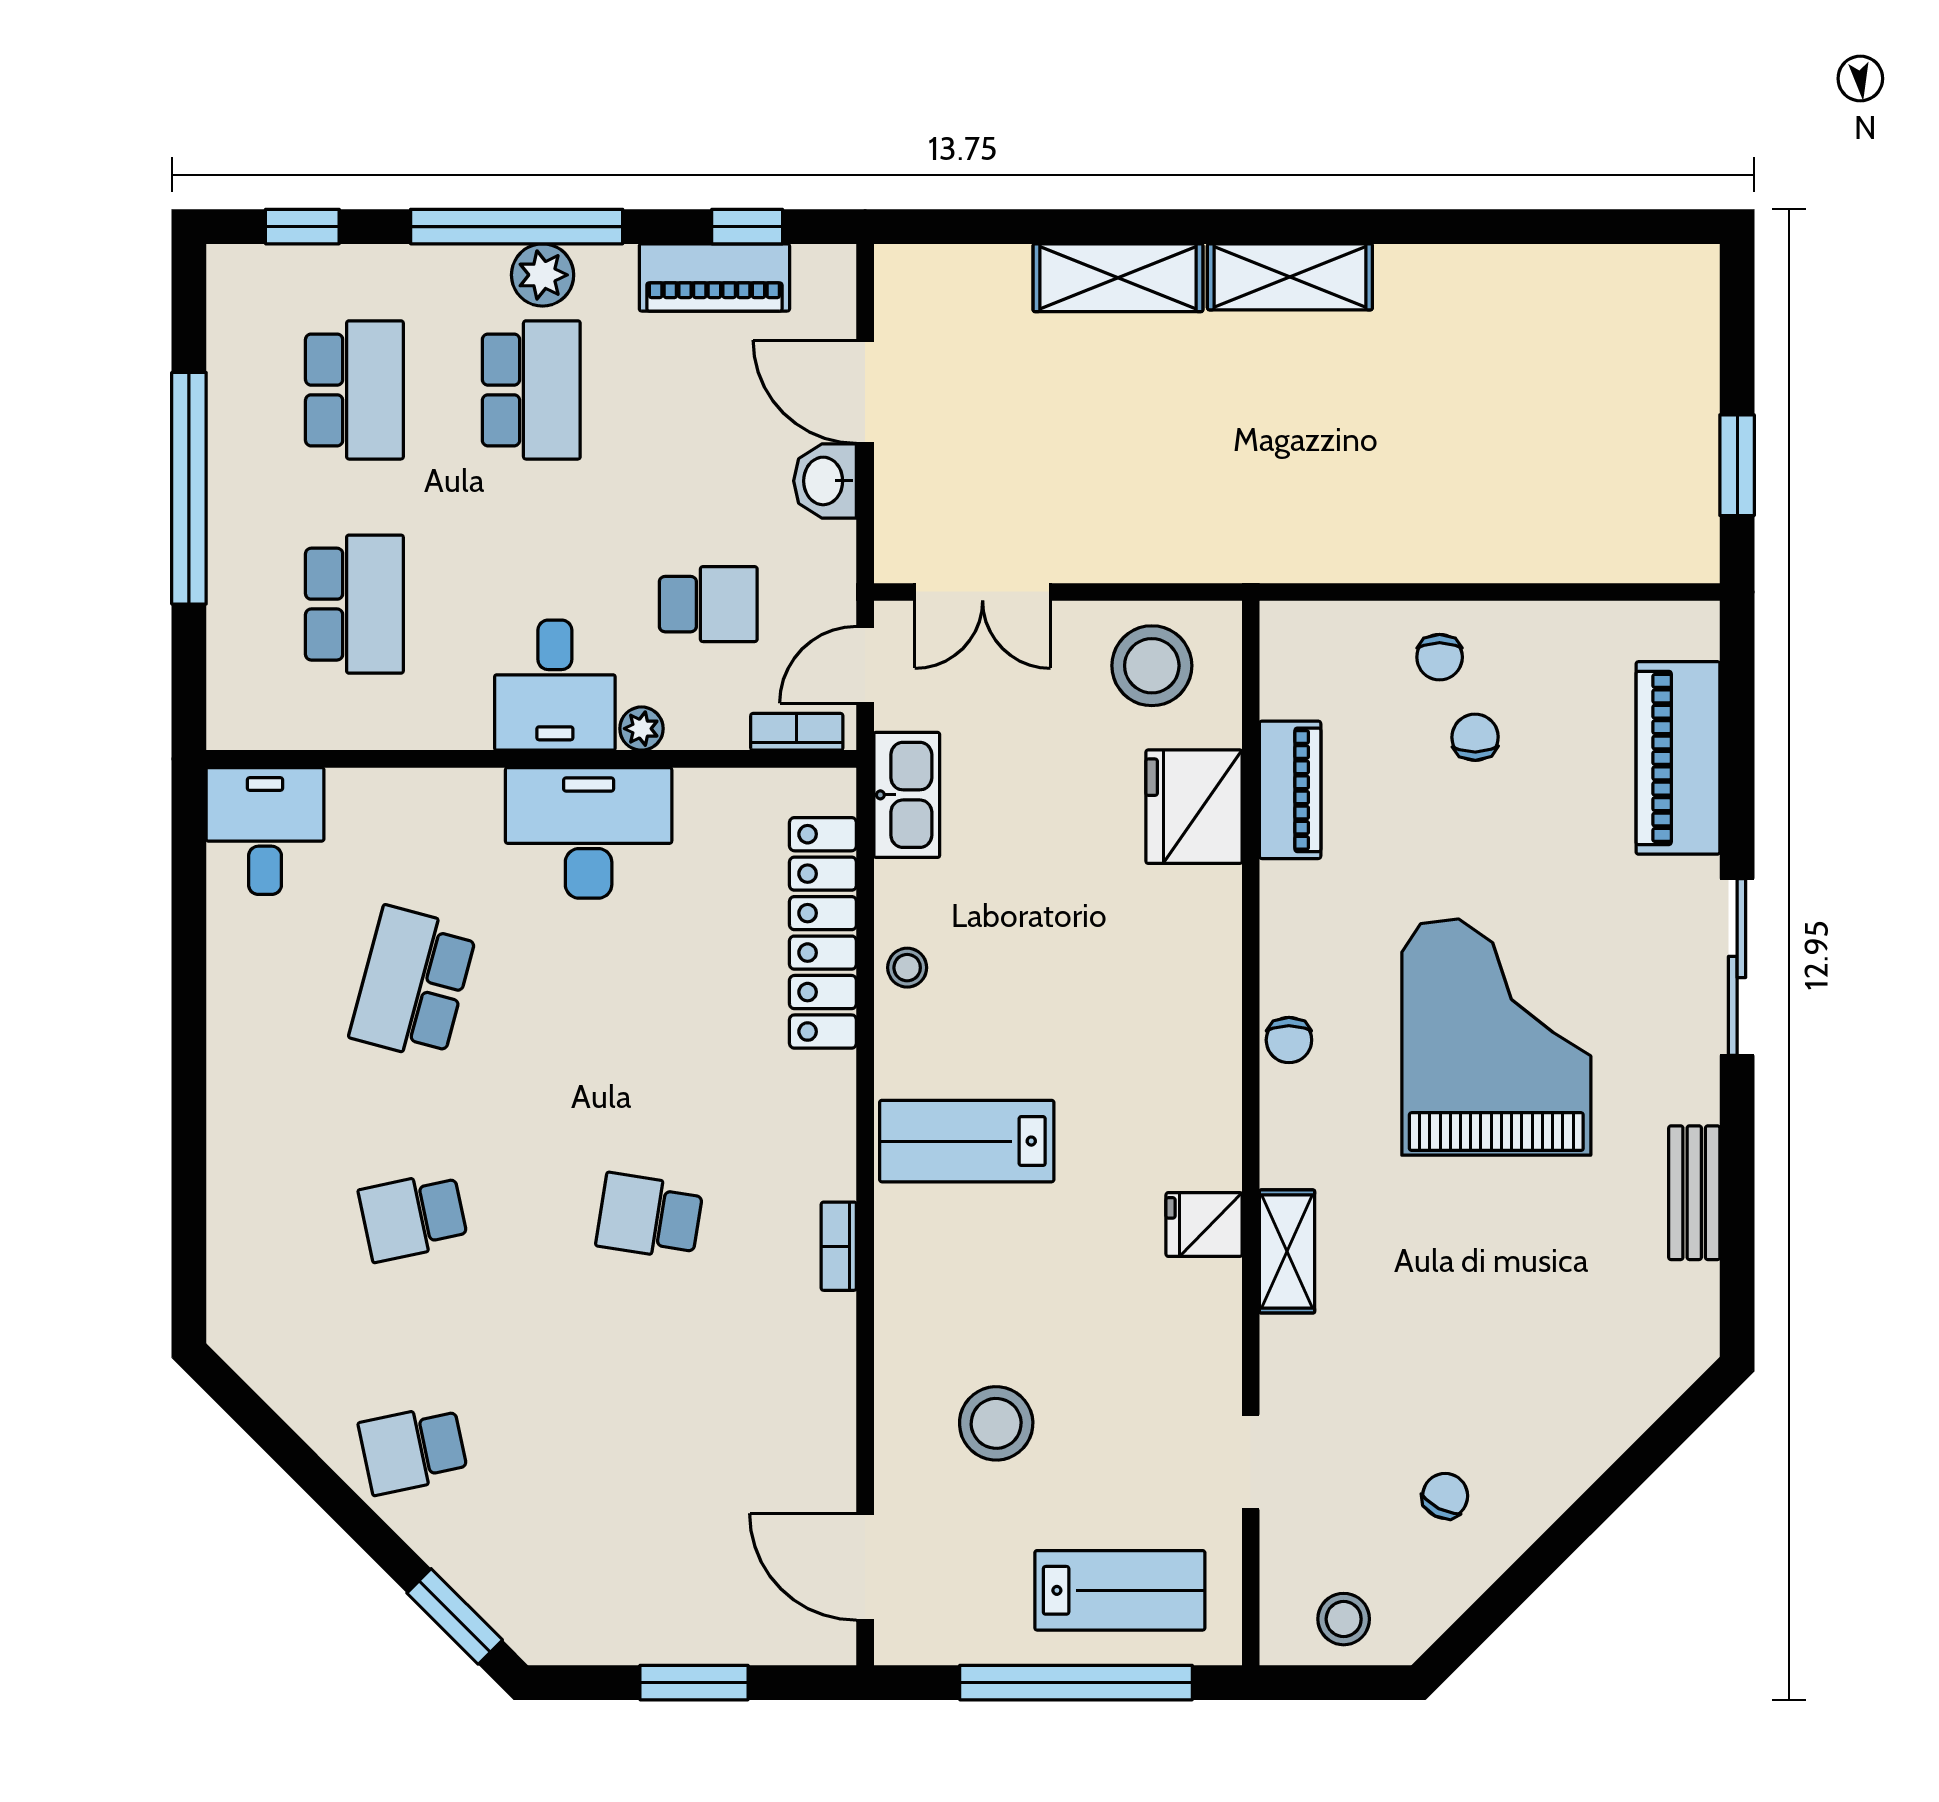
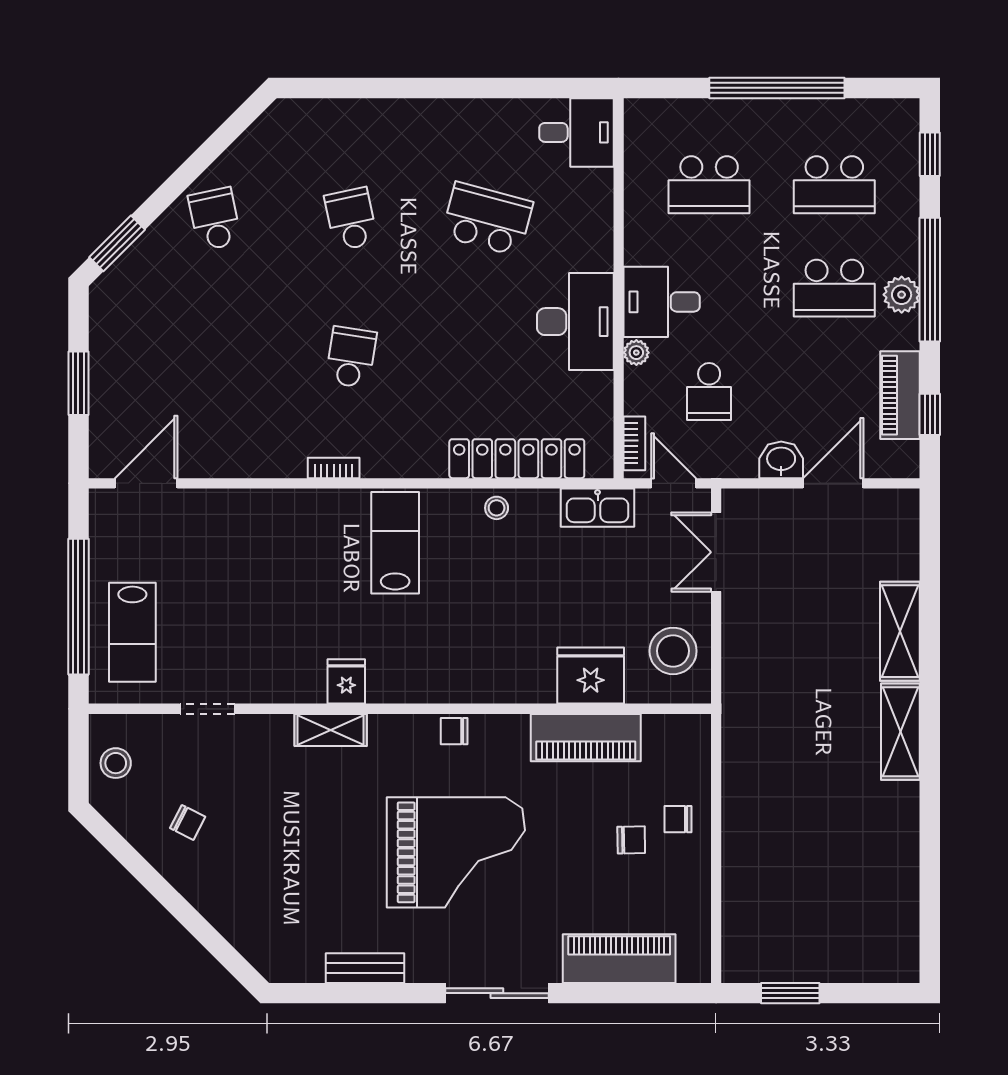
piano: (1290, 790) -> (586, 738), width x1.37, depth x1.33
stool: (996, 1423) -> (230, 560), removed

